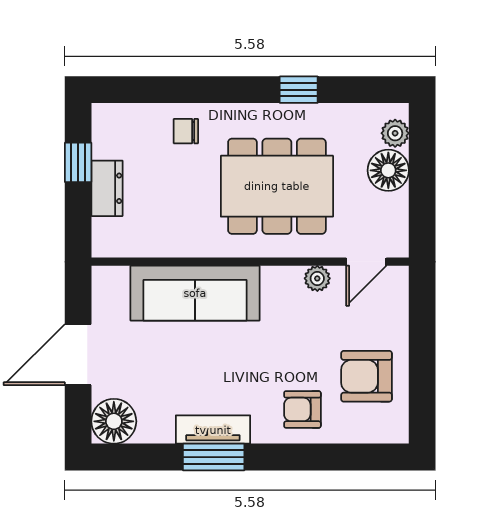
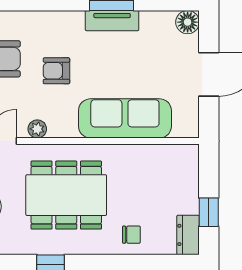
dresser: (107, 188) -> (188, 235), moved
armchair: (302, 409) -> (56, 71), moved, turned 180
floor lamp: (114, 421) -> (188, 22), width x0.73, depth x0.73

